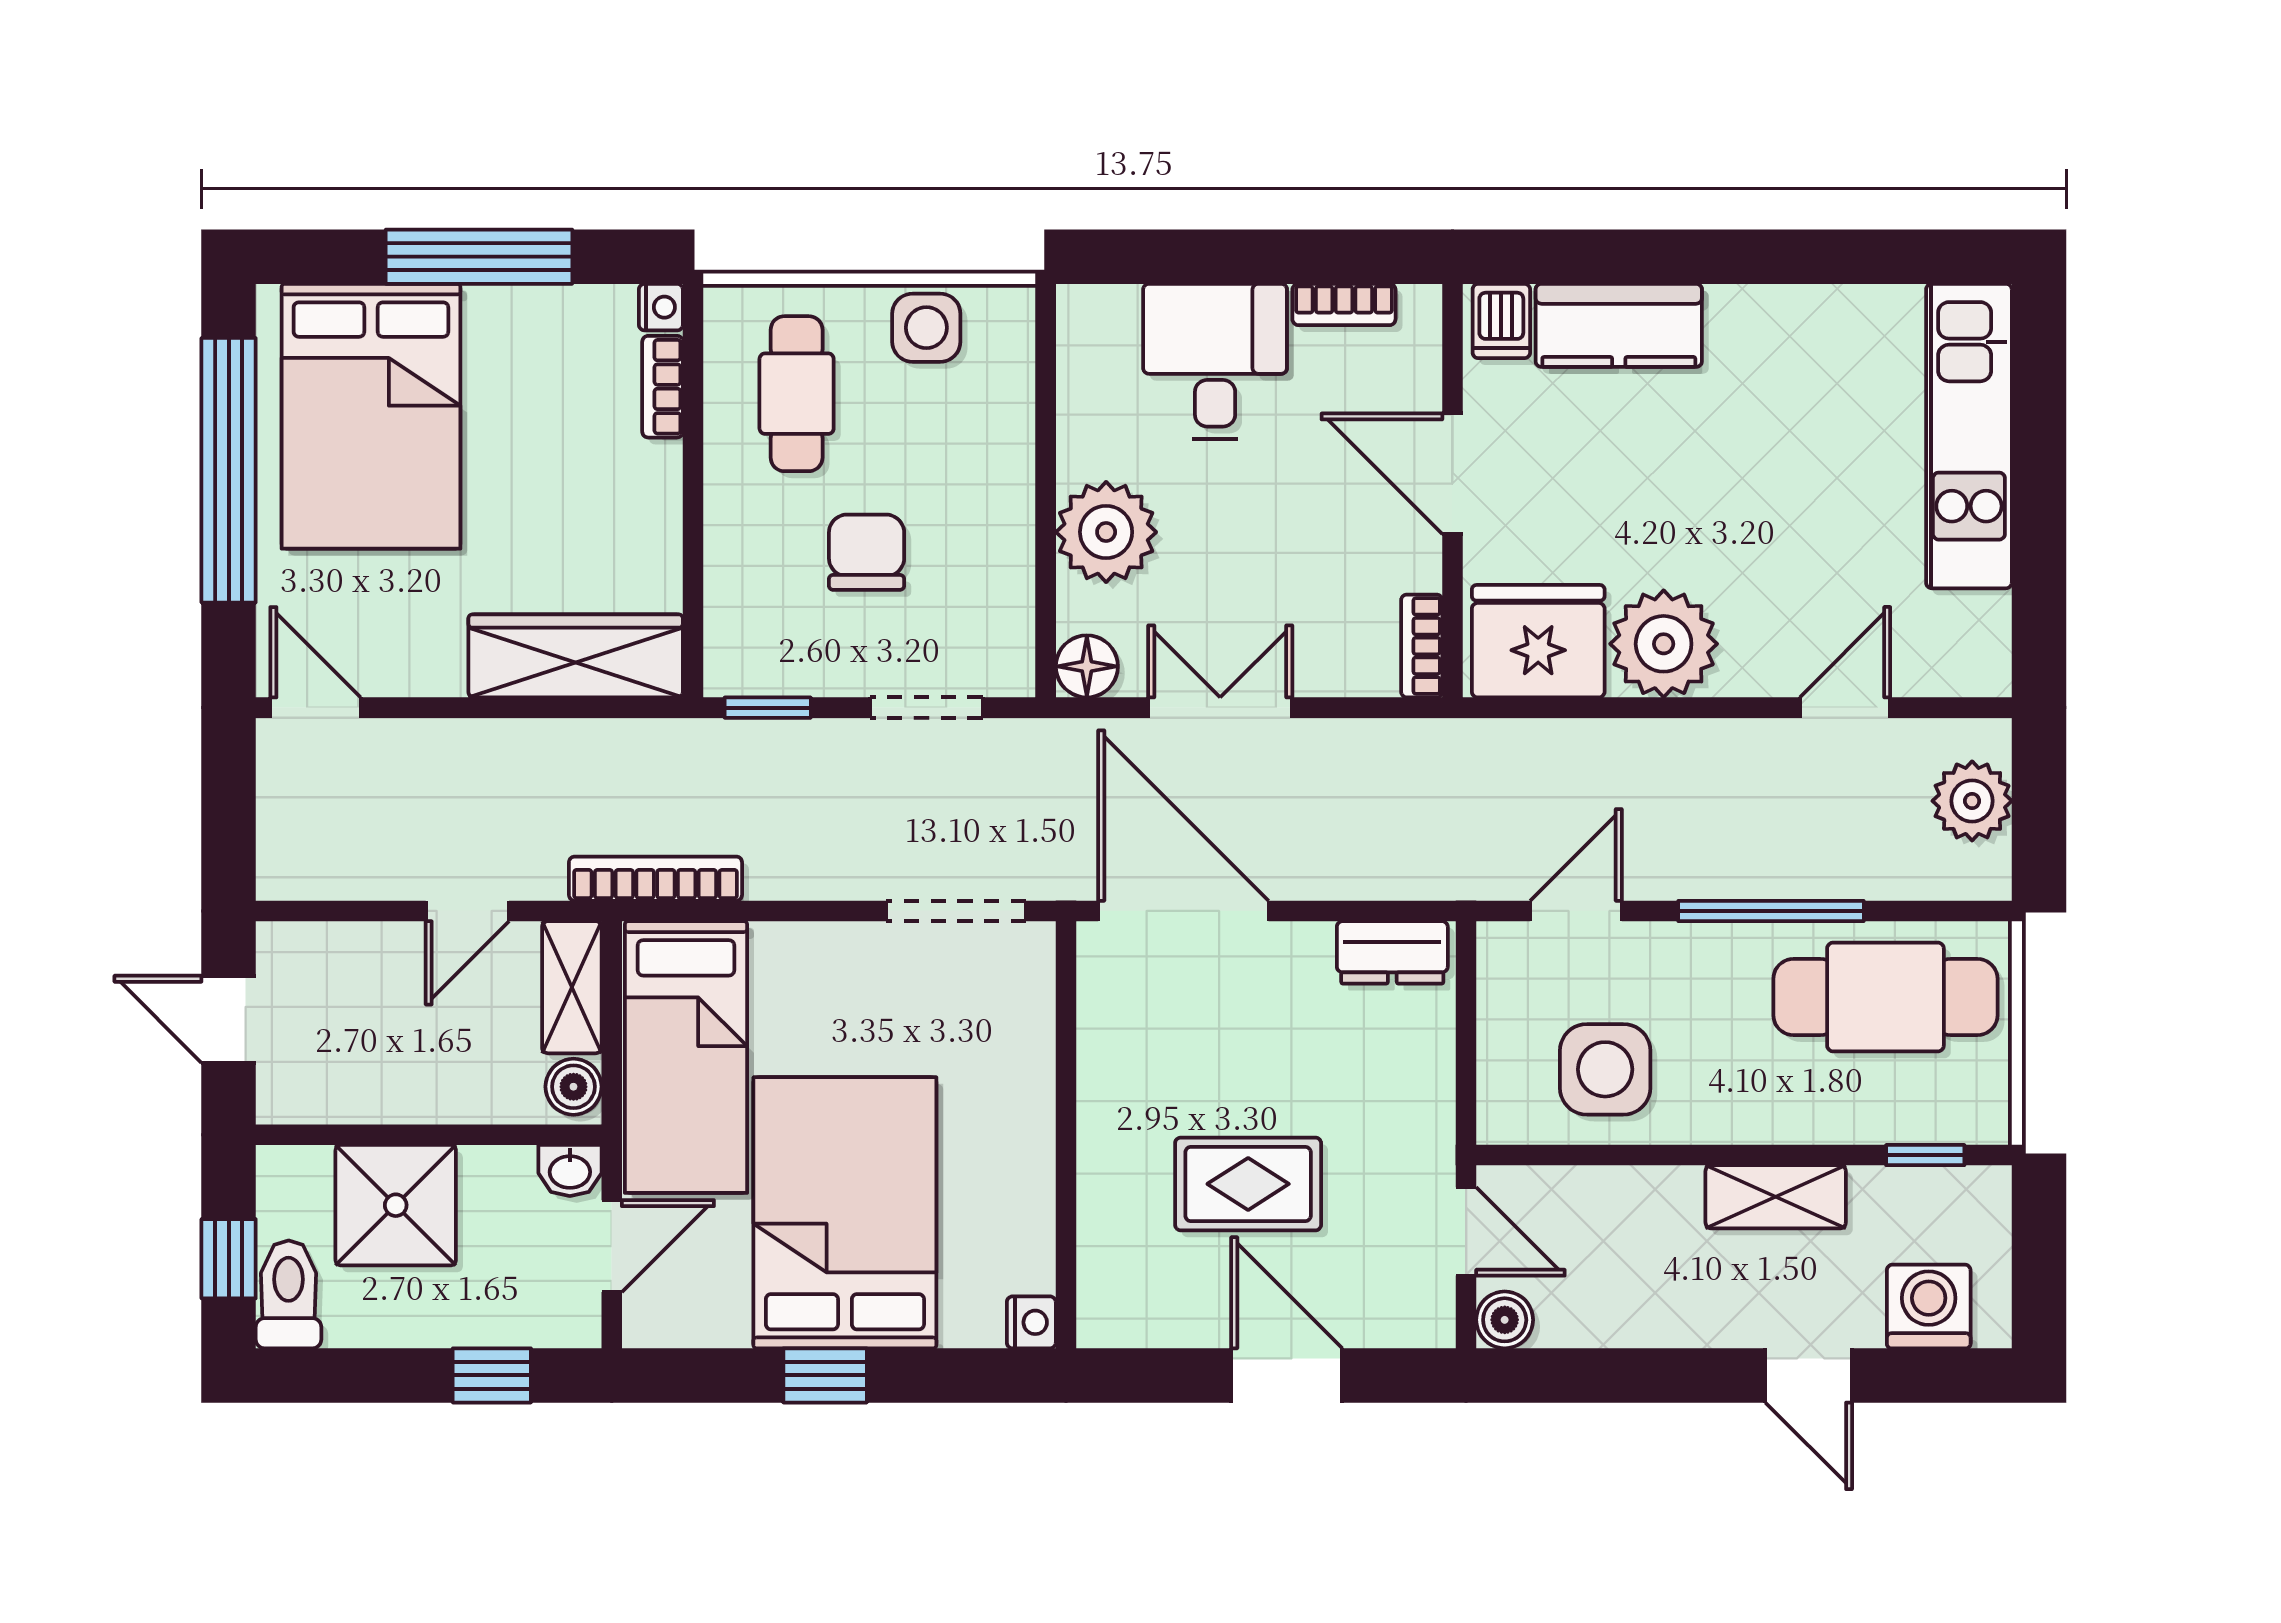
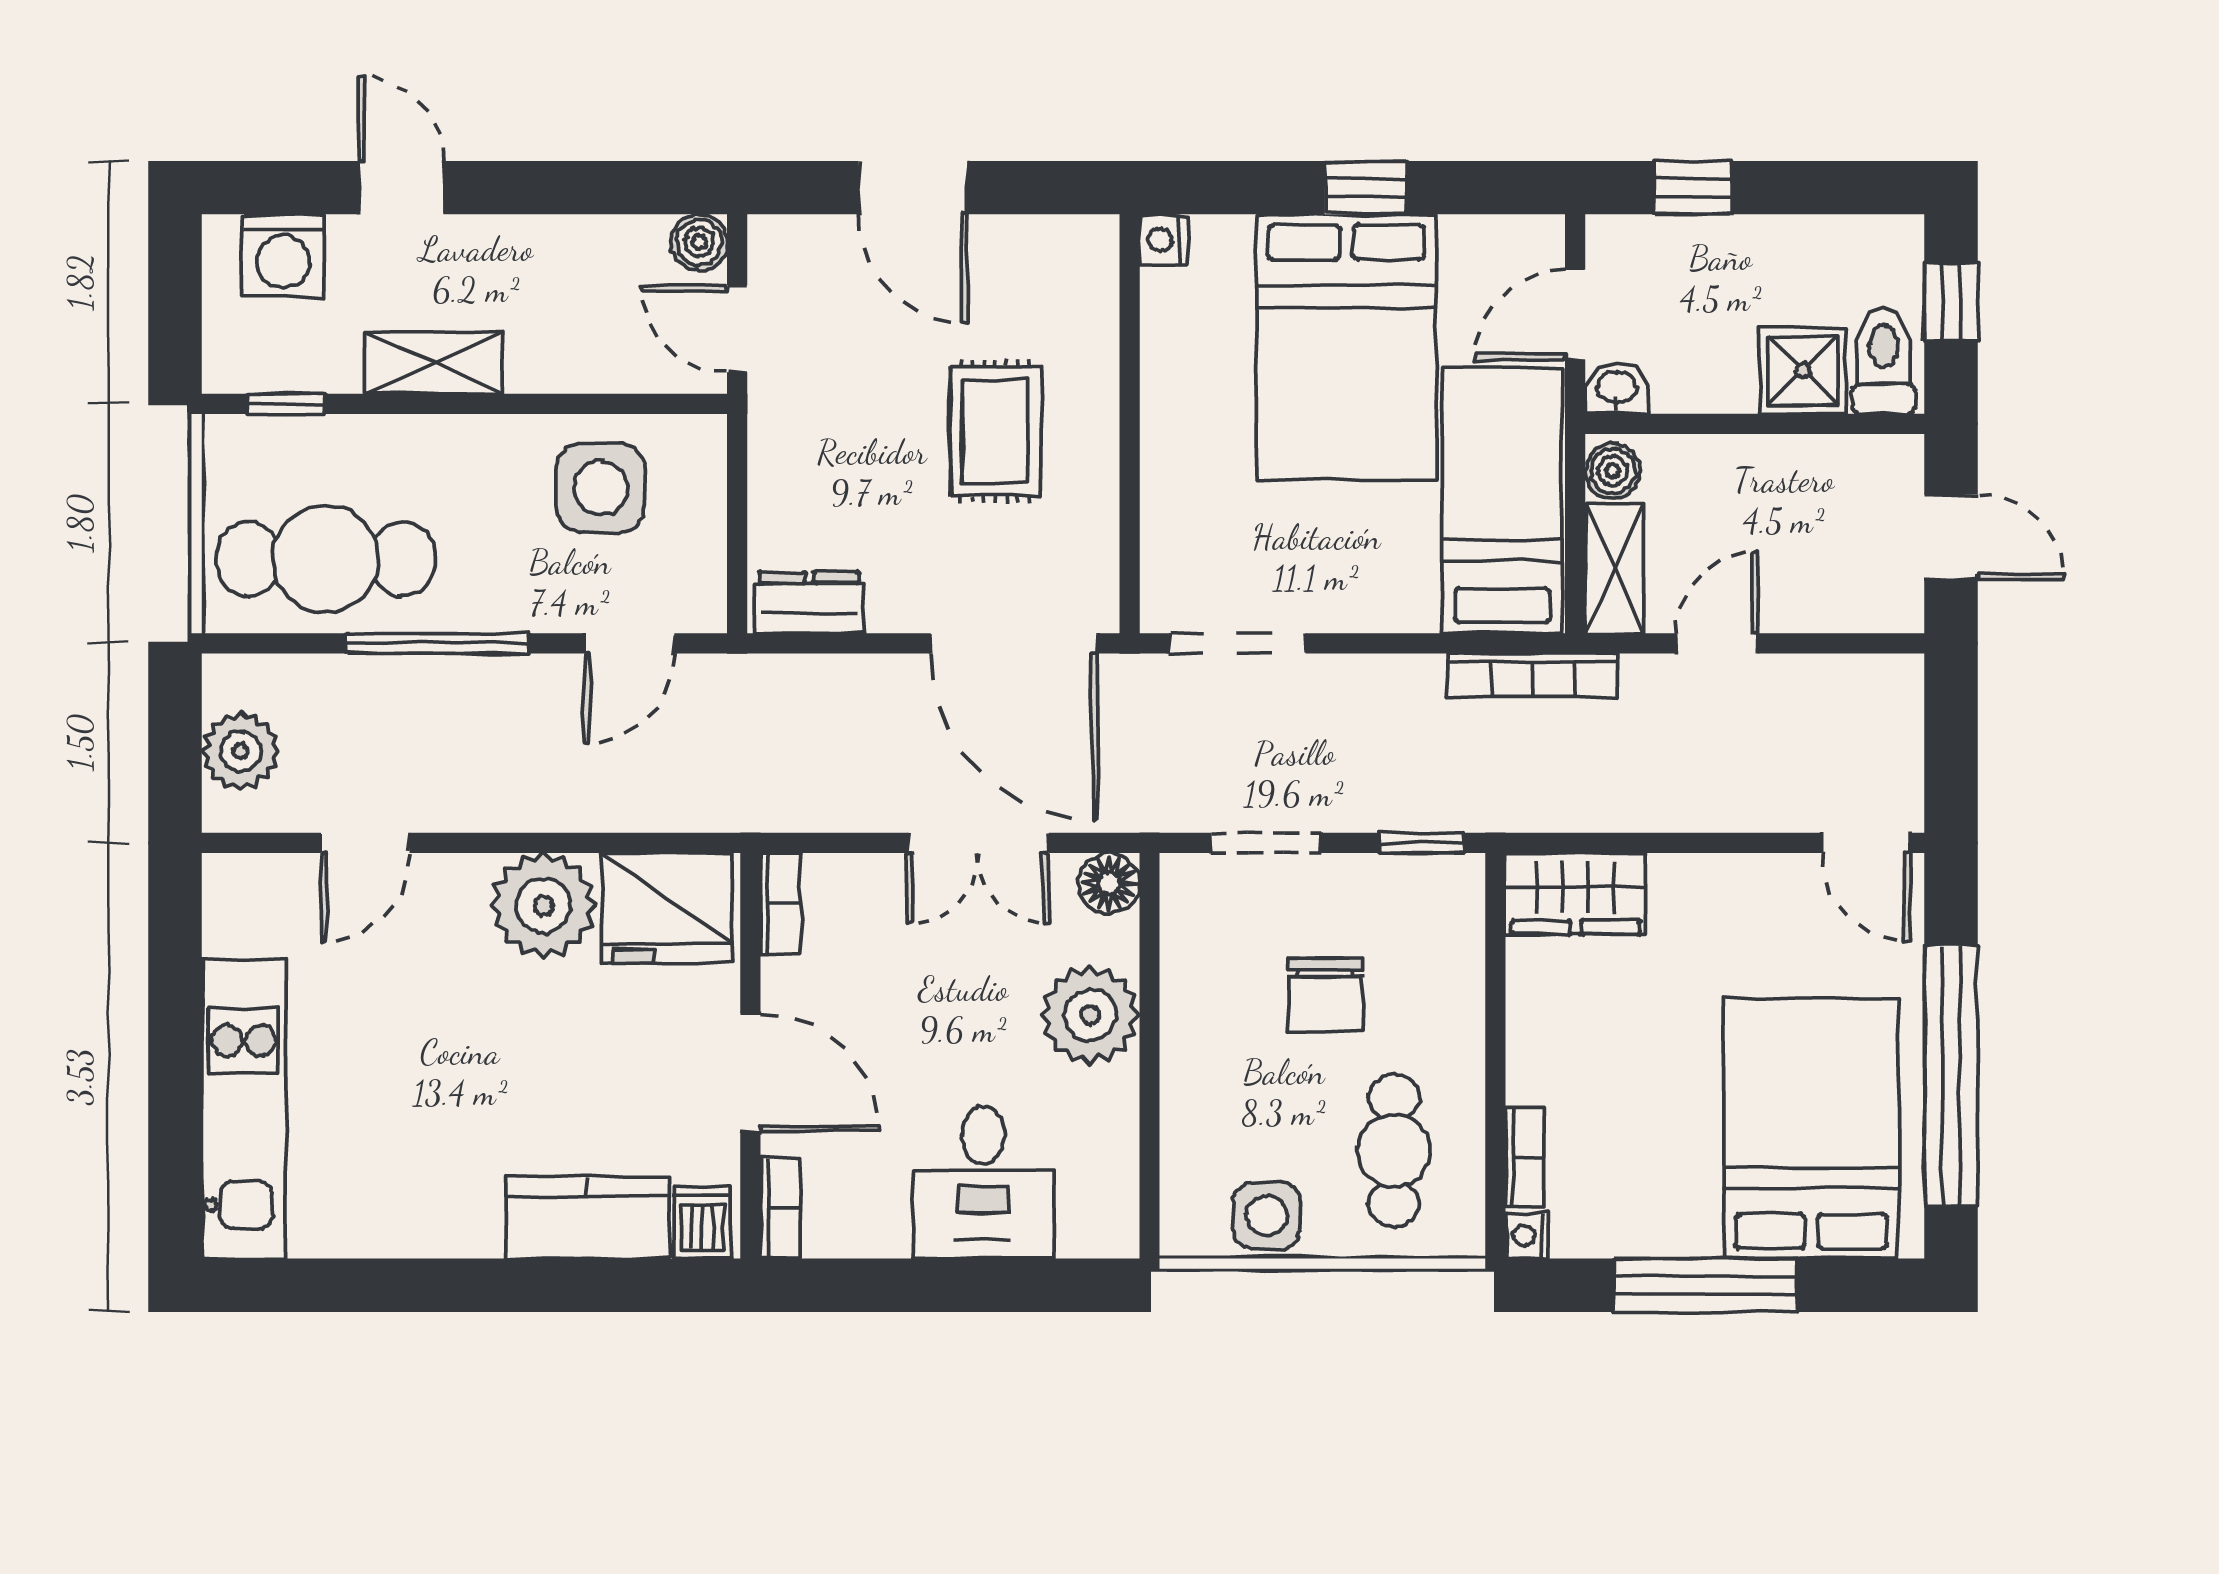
bookcase: (1344, 304) -> (781, 1208), moved, turned 90
wardrobe: (576, 656) -> (1576, 894), width x0.67
rug: (1248, 1184) -> (995, 431), moved, turned 90
shower: (396, 1205) -> (1803, 370), width x0.73, depth x0.73
toilet: (289, 1294) -> (1884, 361), moved, turned 180

